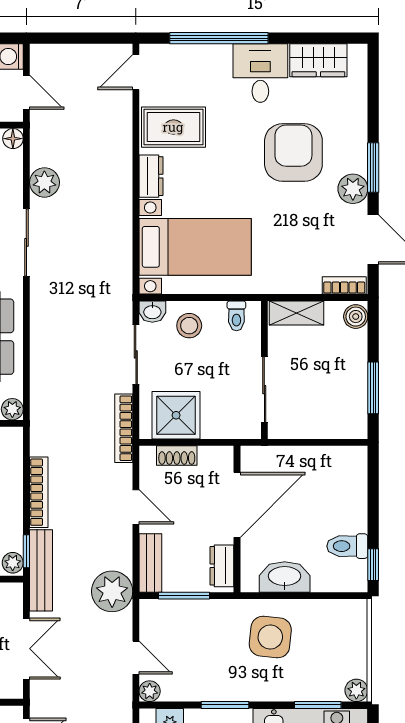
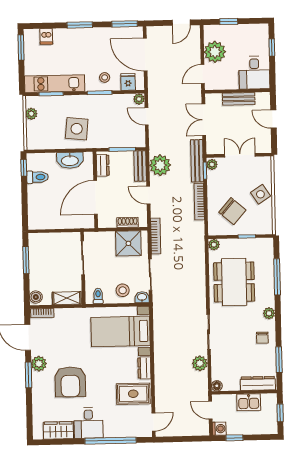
plant: (112, 591) -> (160, 165), moved
plant: (356, 690) -> (31, 114), moved

